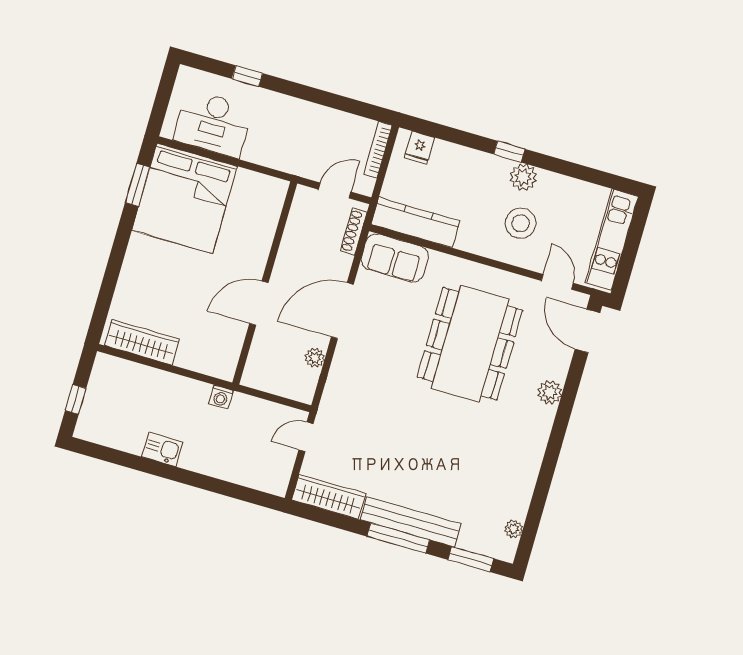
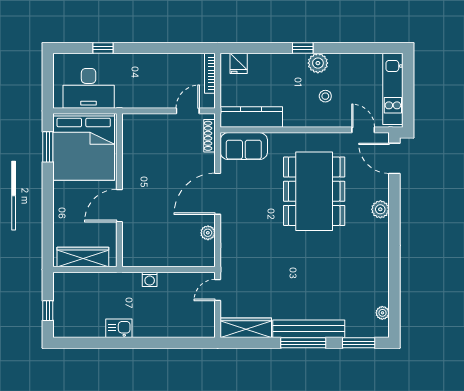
stool: (521, 223) -> (325, 96), width x0.53, depth x0.53
wall: (265, 283) -> (119, 190), moved
door: (259, 303) -> (119, 206), moved

